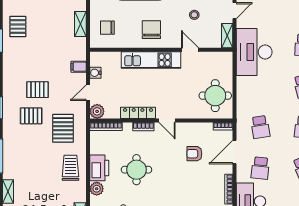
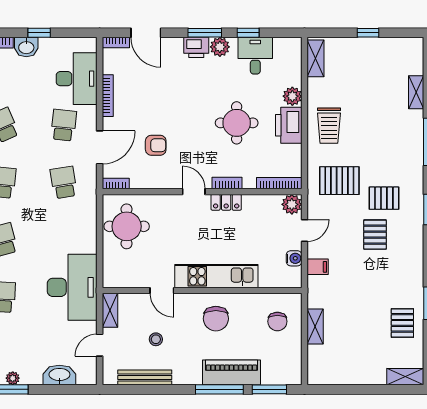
chair: (107, 28) -> (277, 321), turned 90
pallet: (37, 90) -> (375, 235), turned 90
locker: (138, 113) -> (226, 202), width x0.66
pallet: (63, 128) -> (339, 181), turned 90

